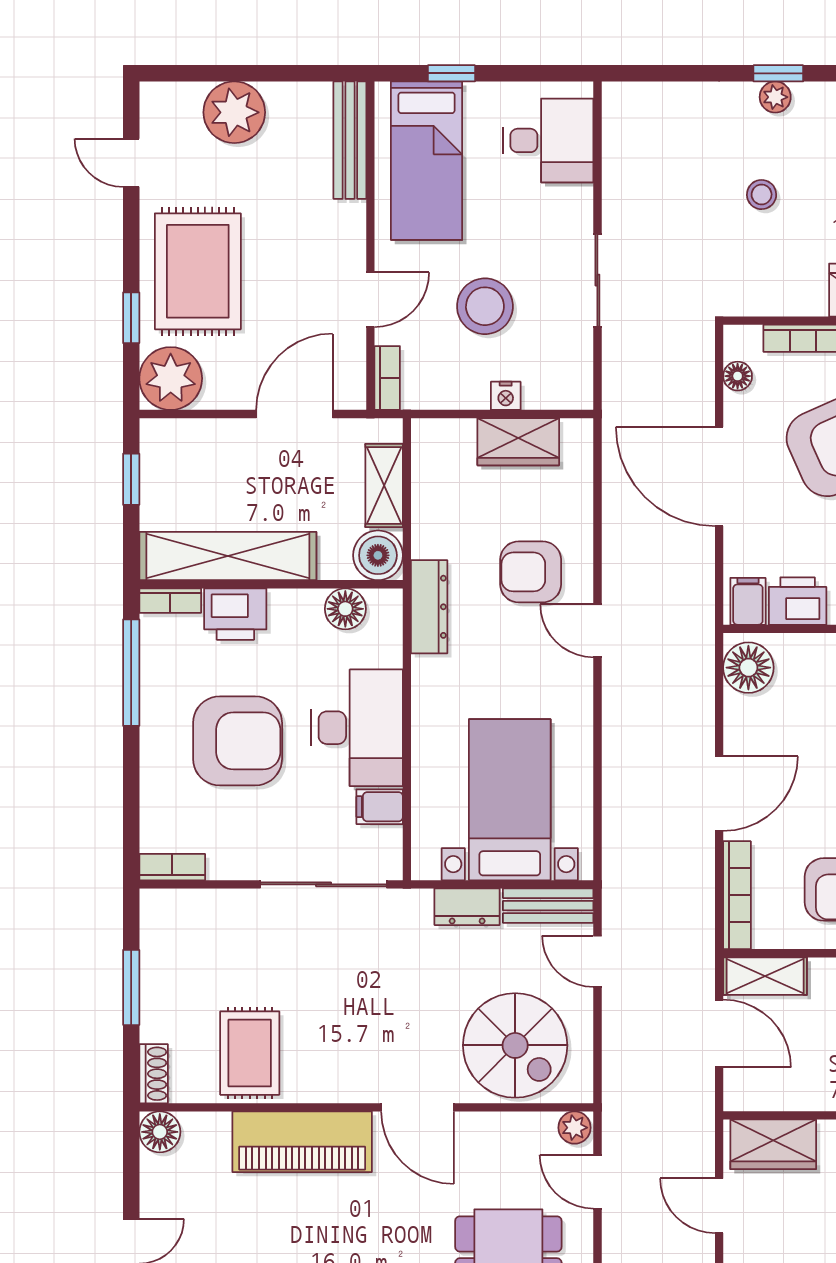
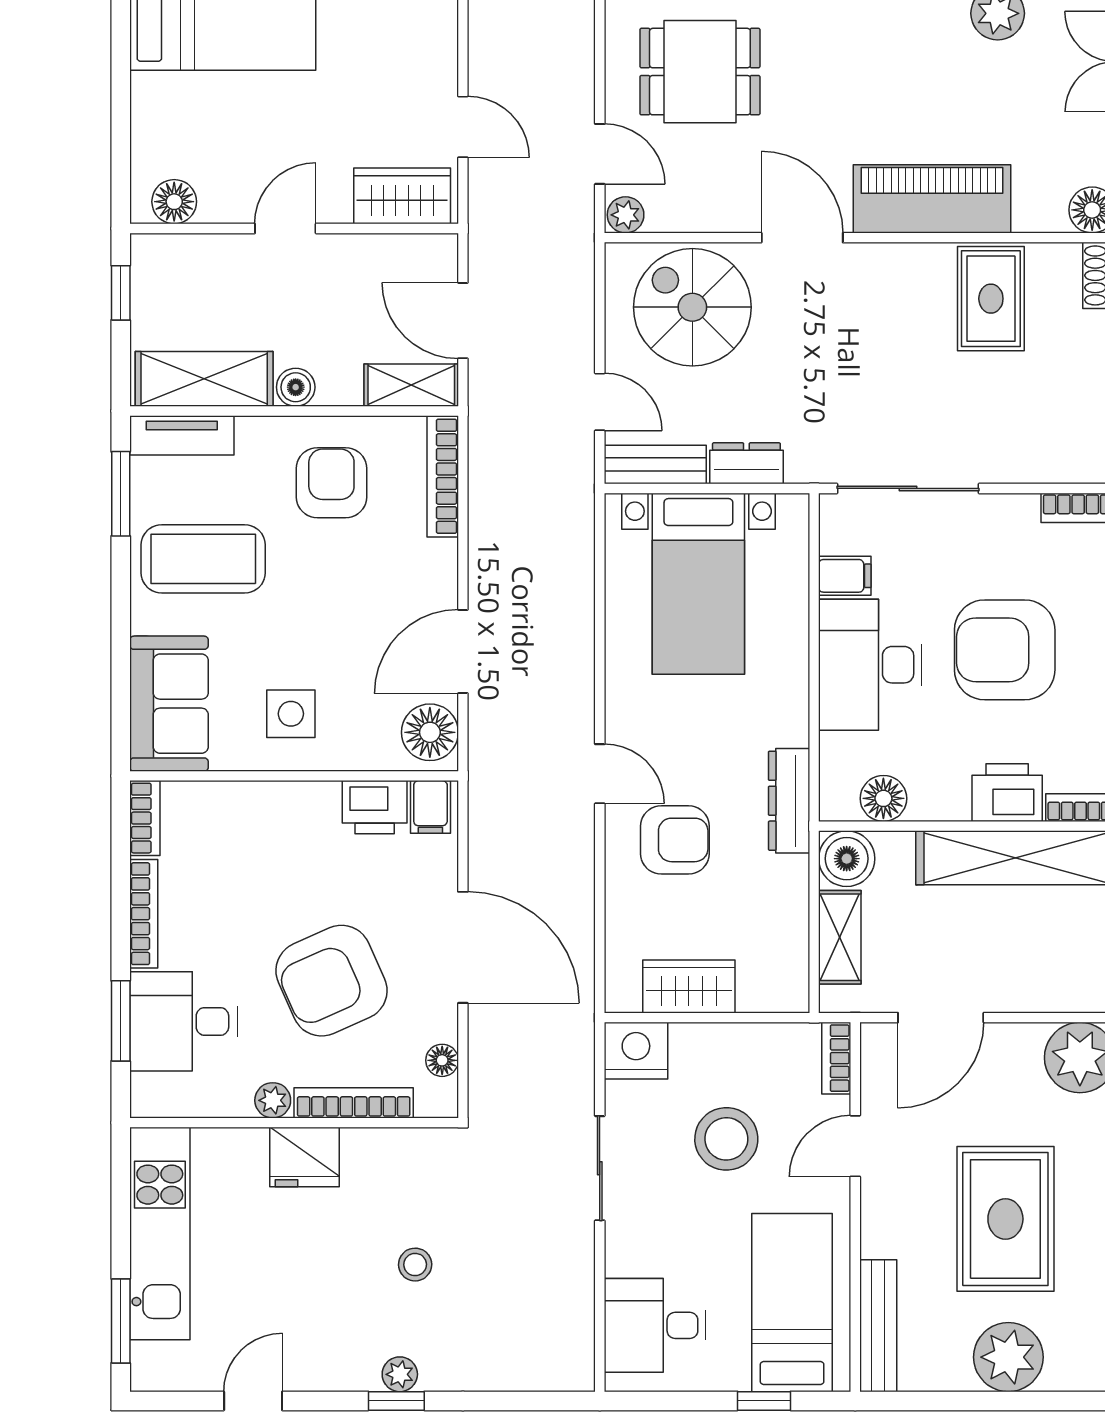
rug: (198, 271) -> (1005, 1219), moved
nightstand: (506, 396) -> (636, 1051), moved, width x1.89, depth x1.79
door: (719, 794) -> (463, 651), moved

